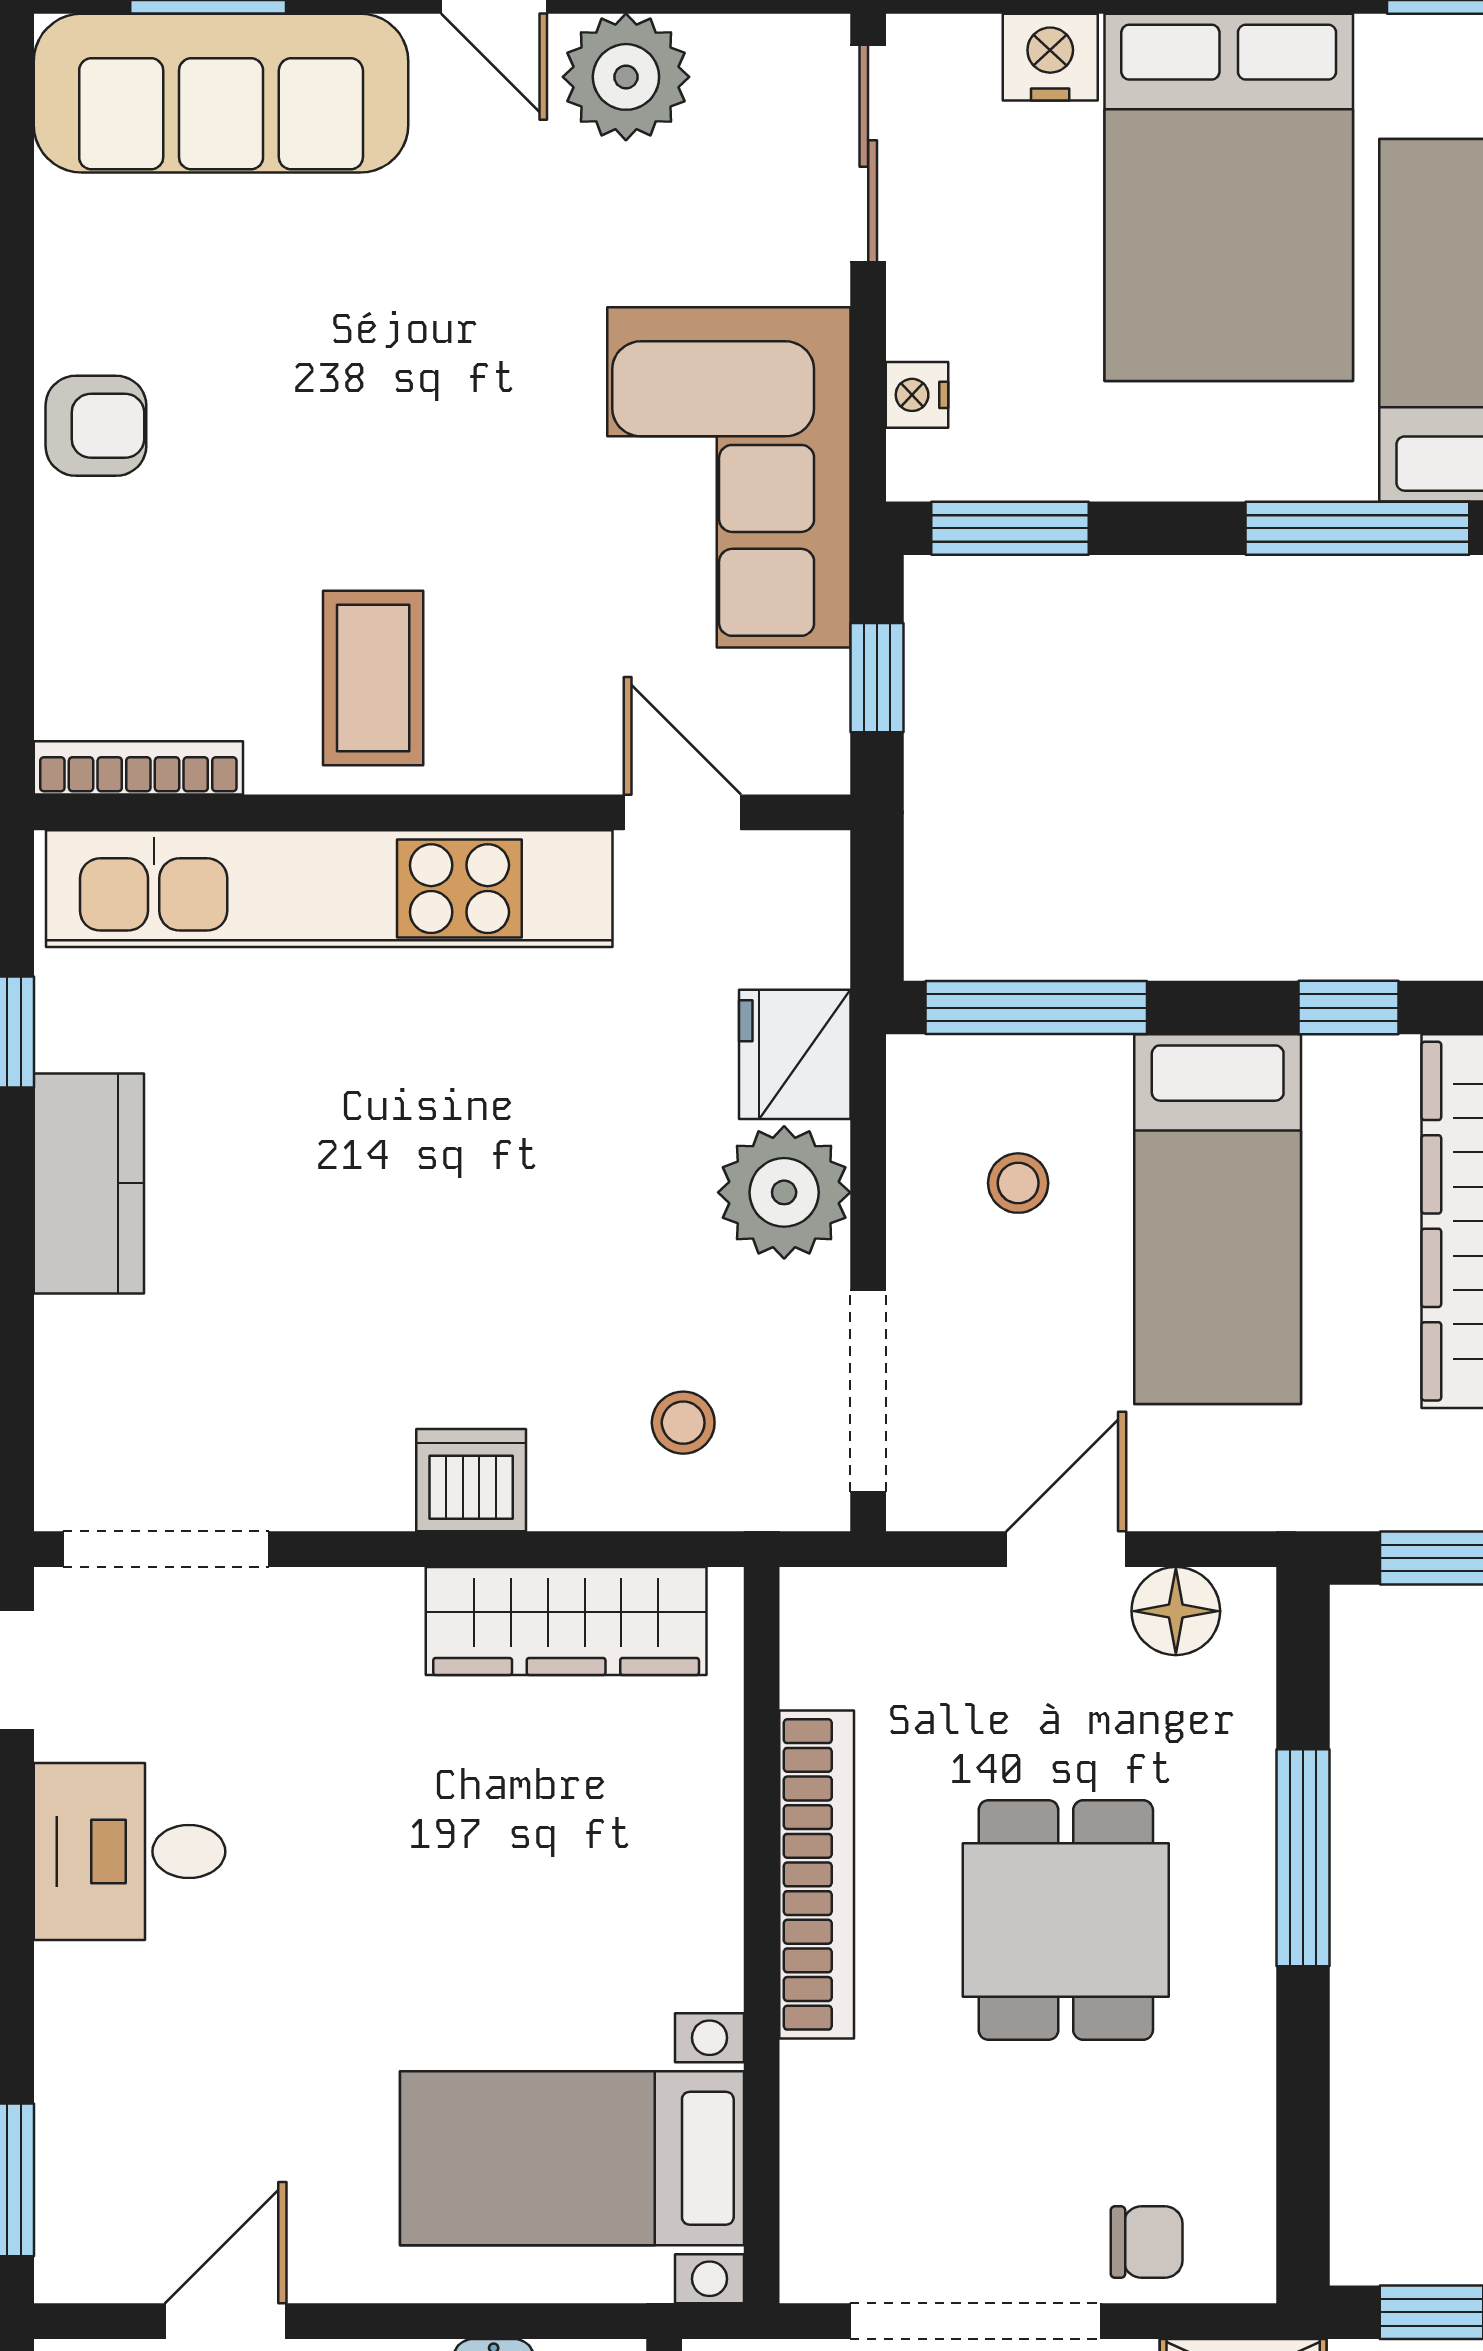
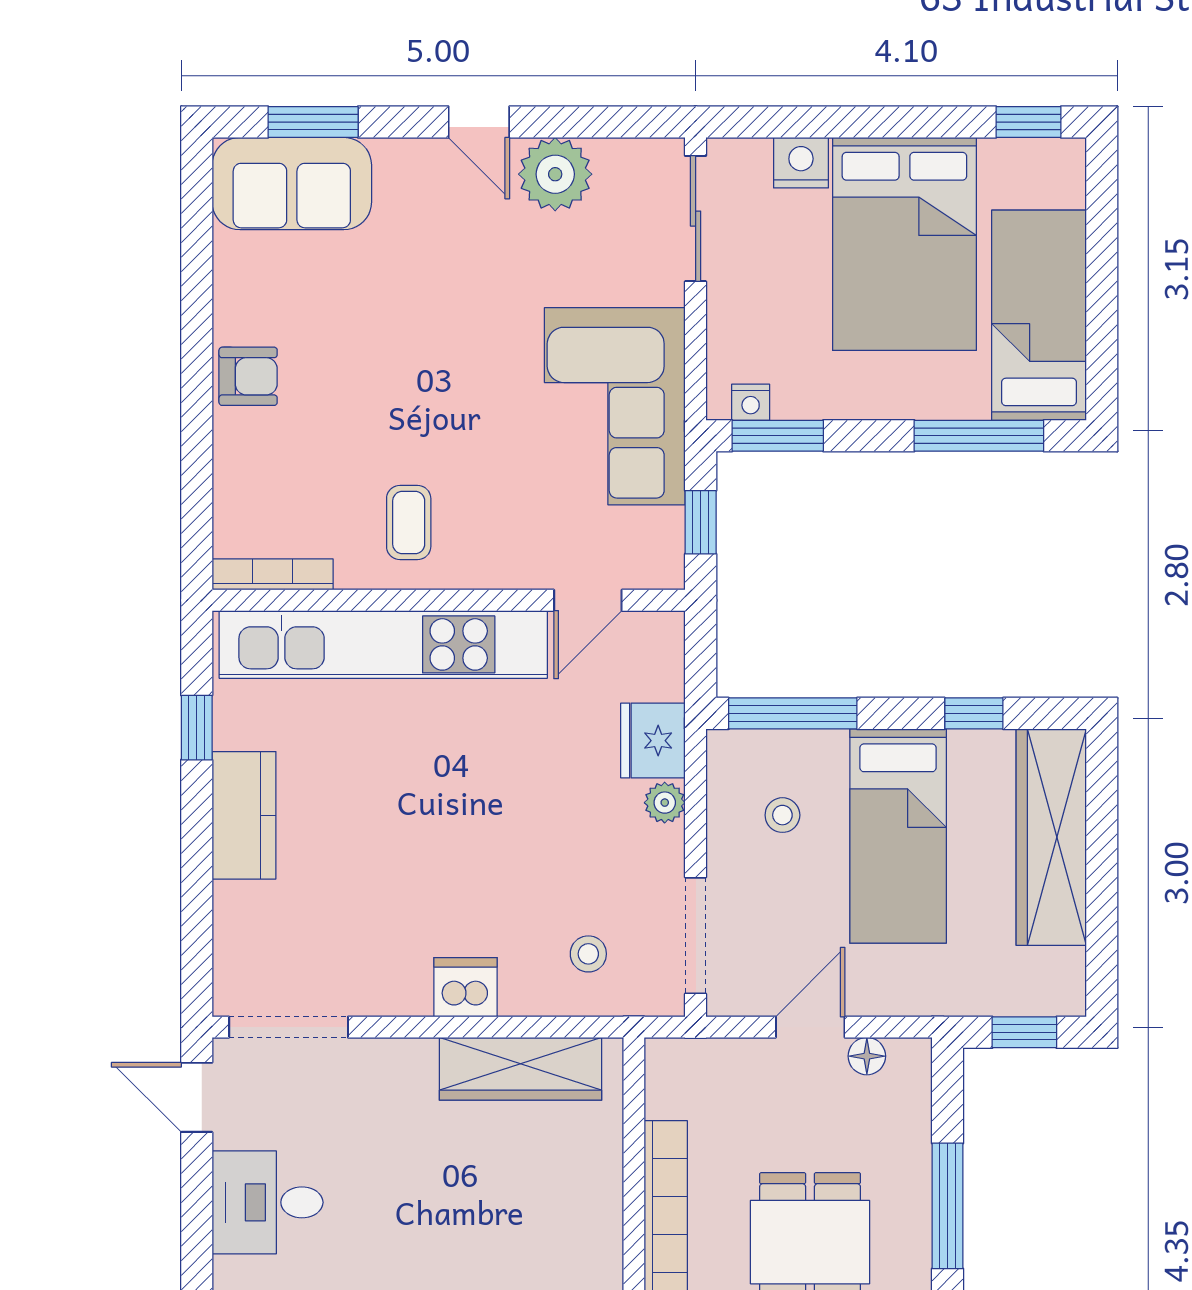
sofa: (221, 93) -> (292, 184), width x0.73
nightstand: (917, 395) -> (751, 402), moved, turned -90
coffee table: (373, 678) -> (409, 523), width x0.73, depth x0.77
door: (682, 812) -> (588, 600), swing flipped
plant: (784, 1192) -> (665, 803), width x0.53, depth x0.53
floor lamp: (1176, 1611) -> (867, 1056), width x0.73, depth x0.73

